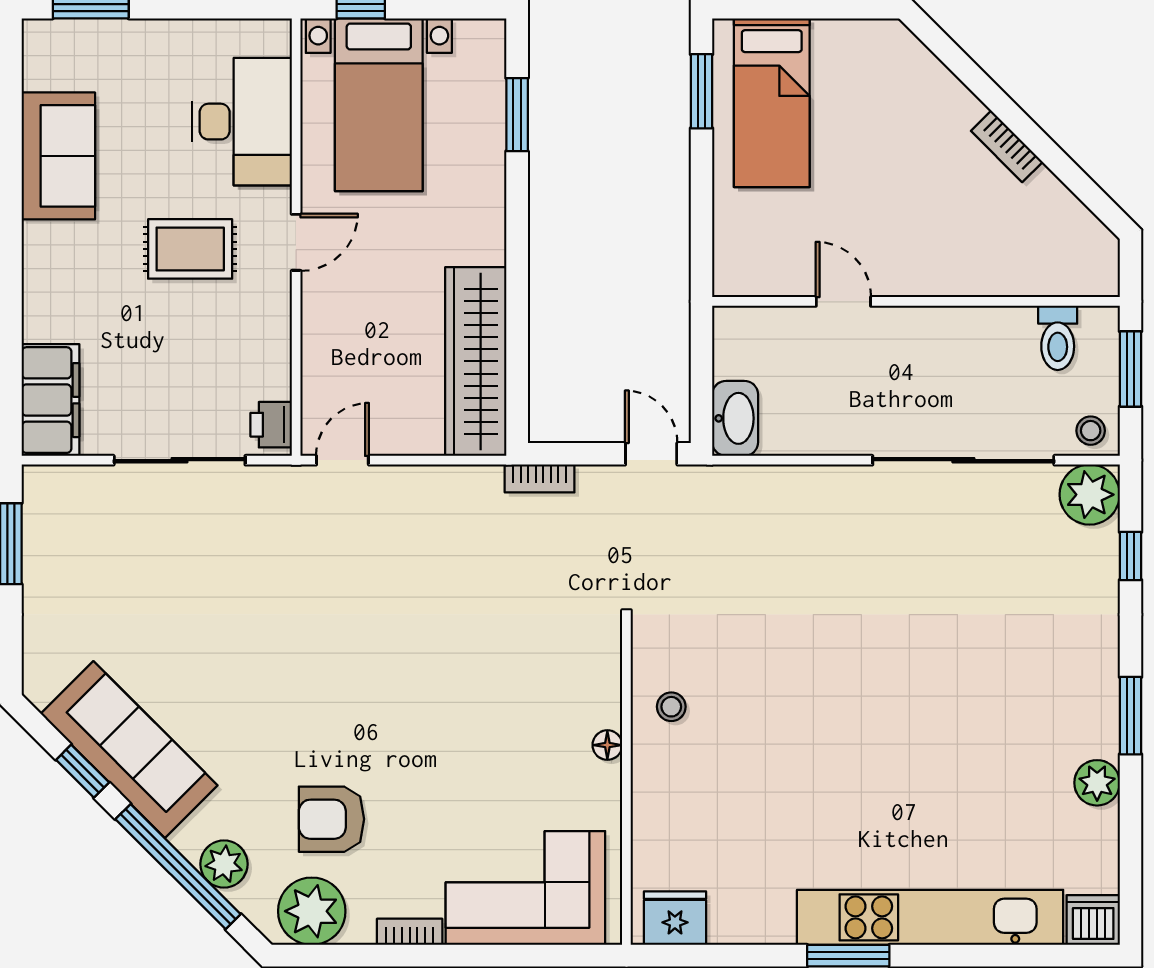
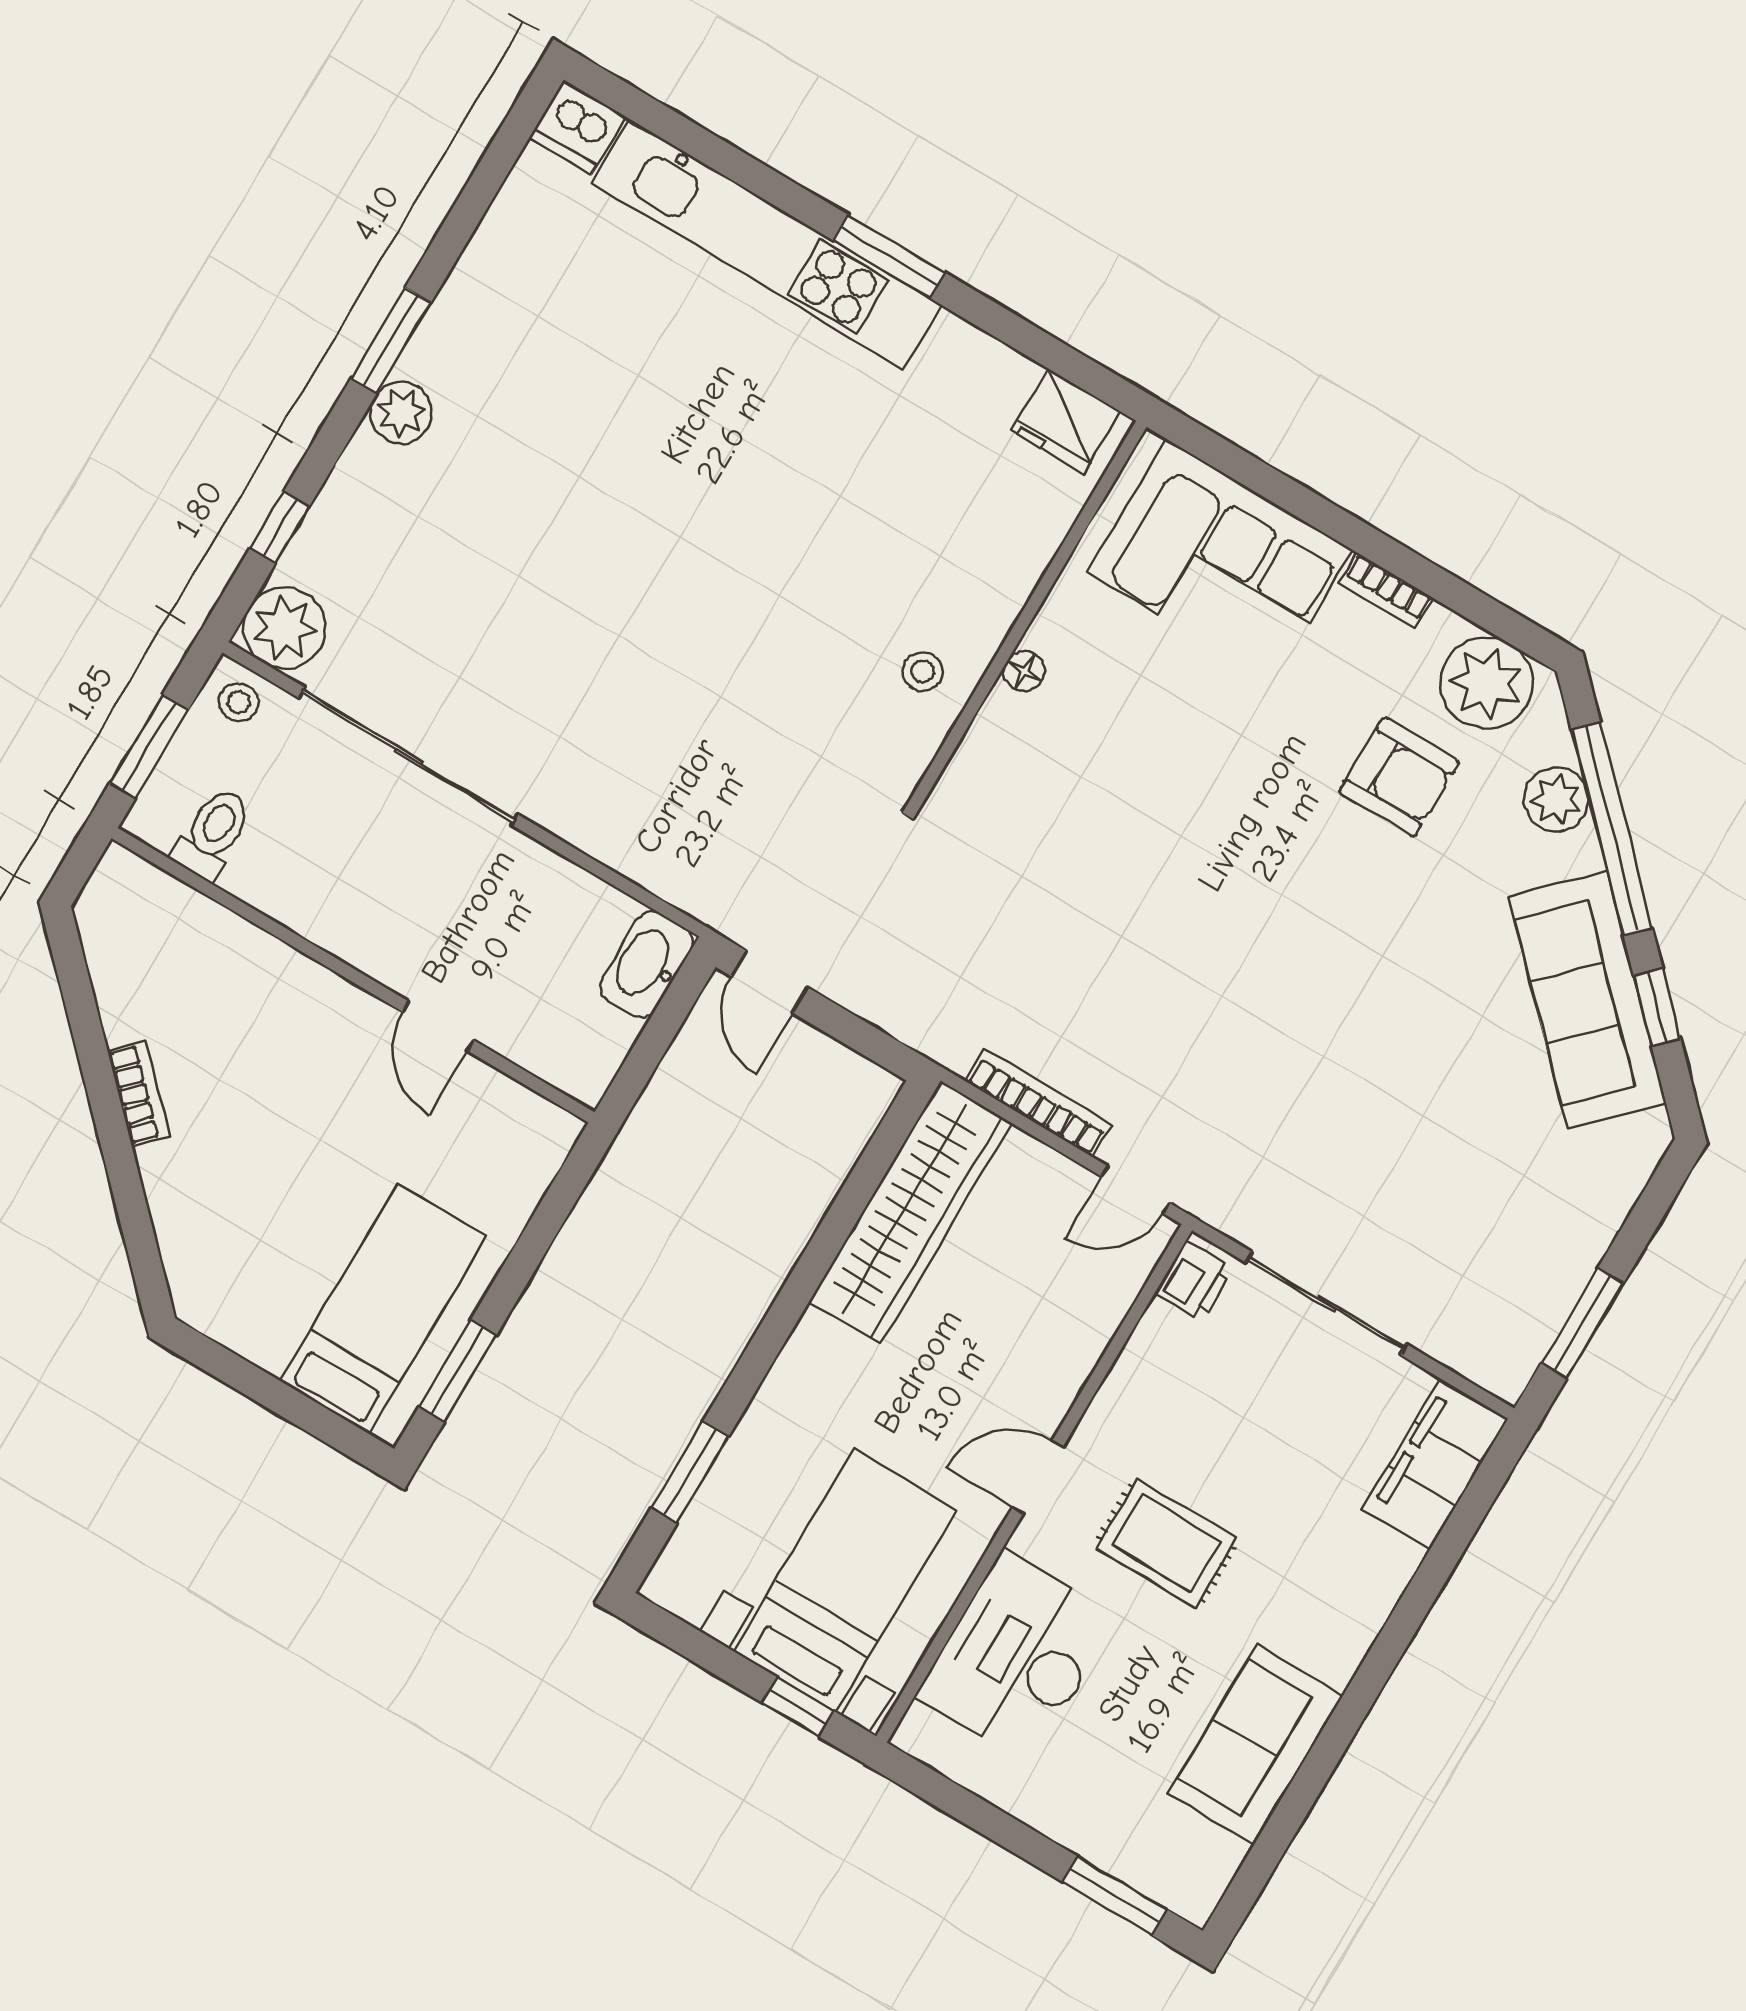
bookcase: (540, 478) -> (1038, 1103), moved, width x1.56
plant: (1097, 783) -> (401, 413), moved

